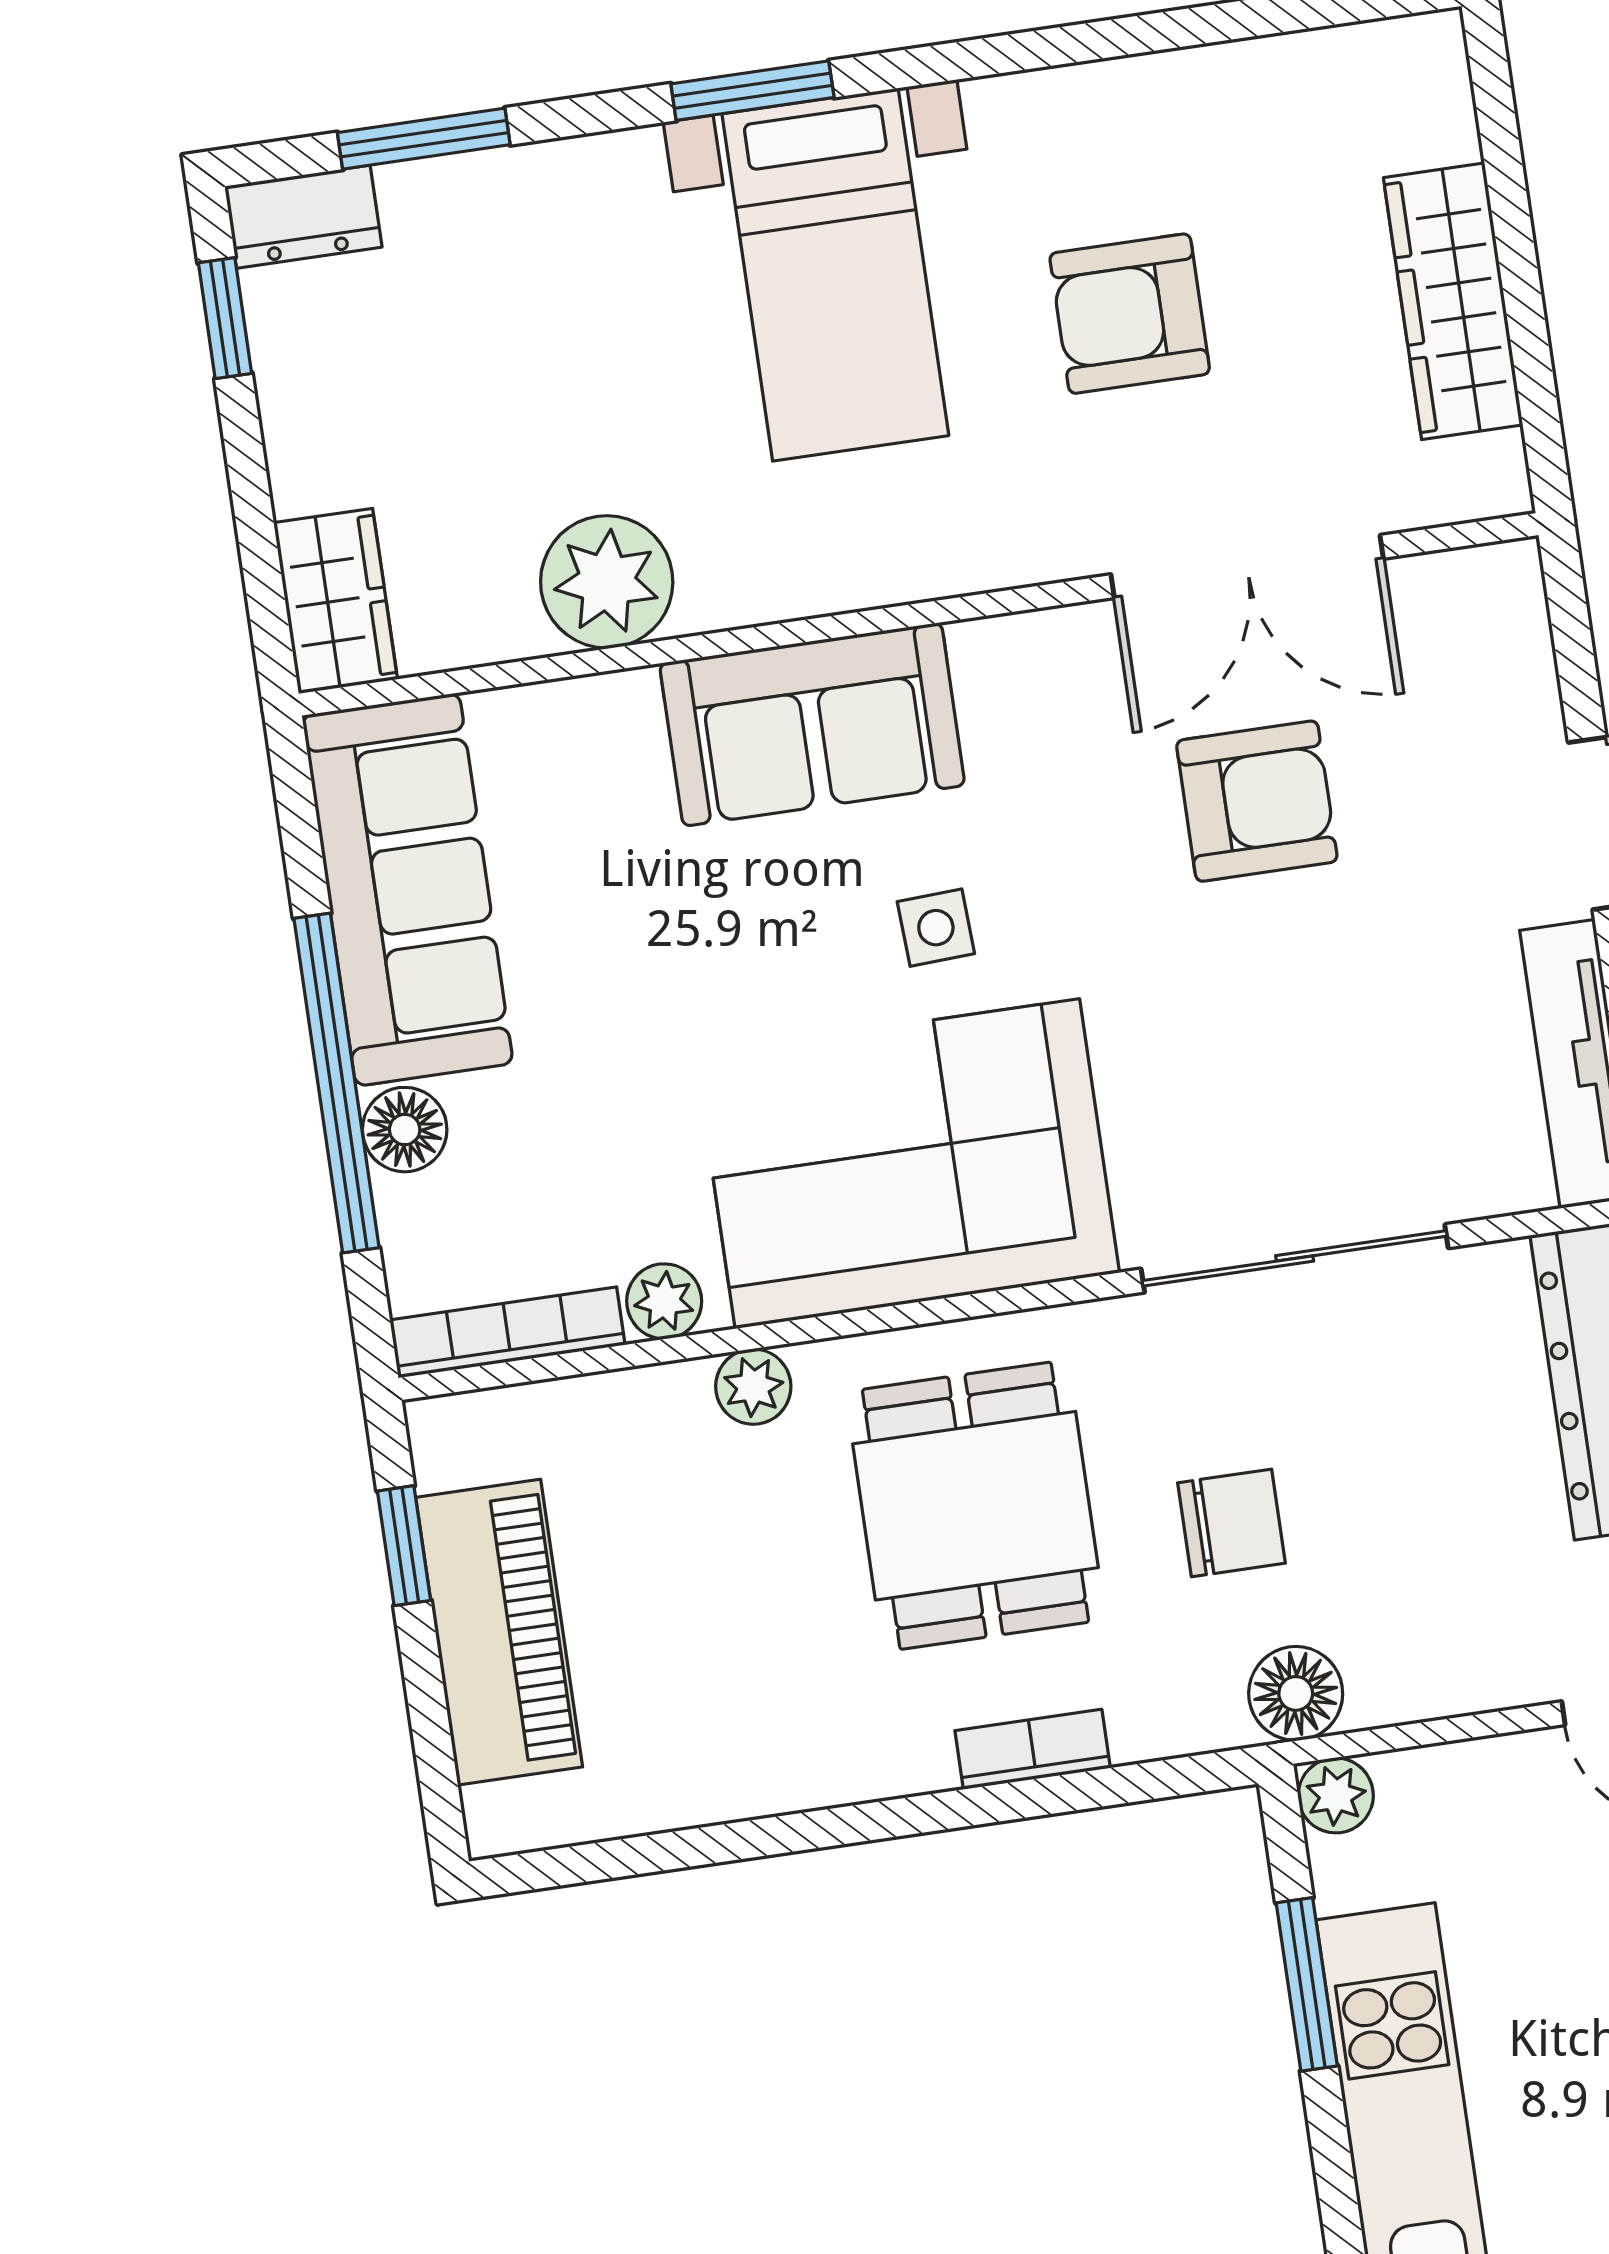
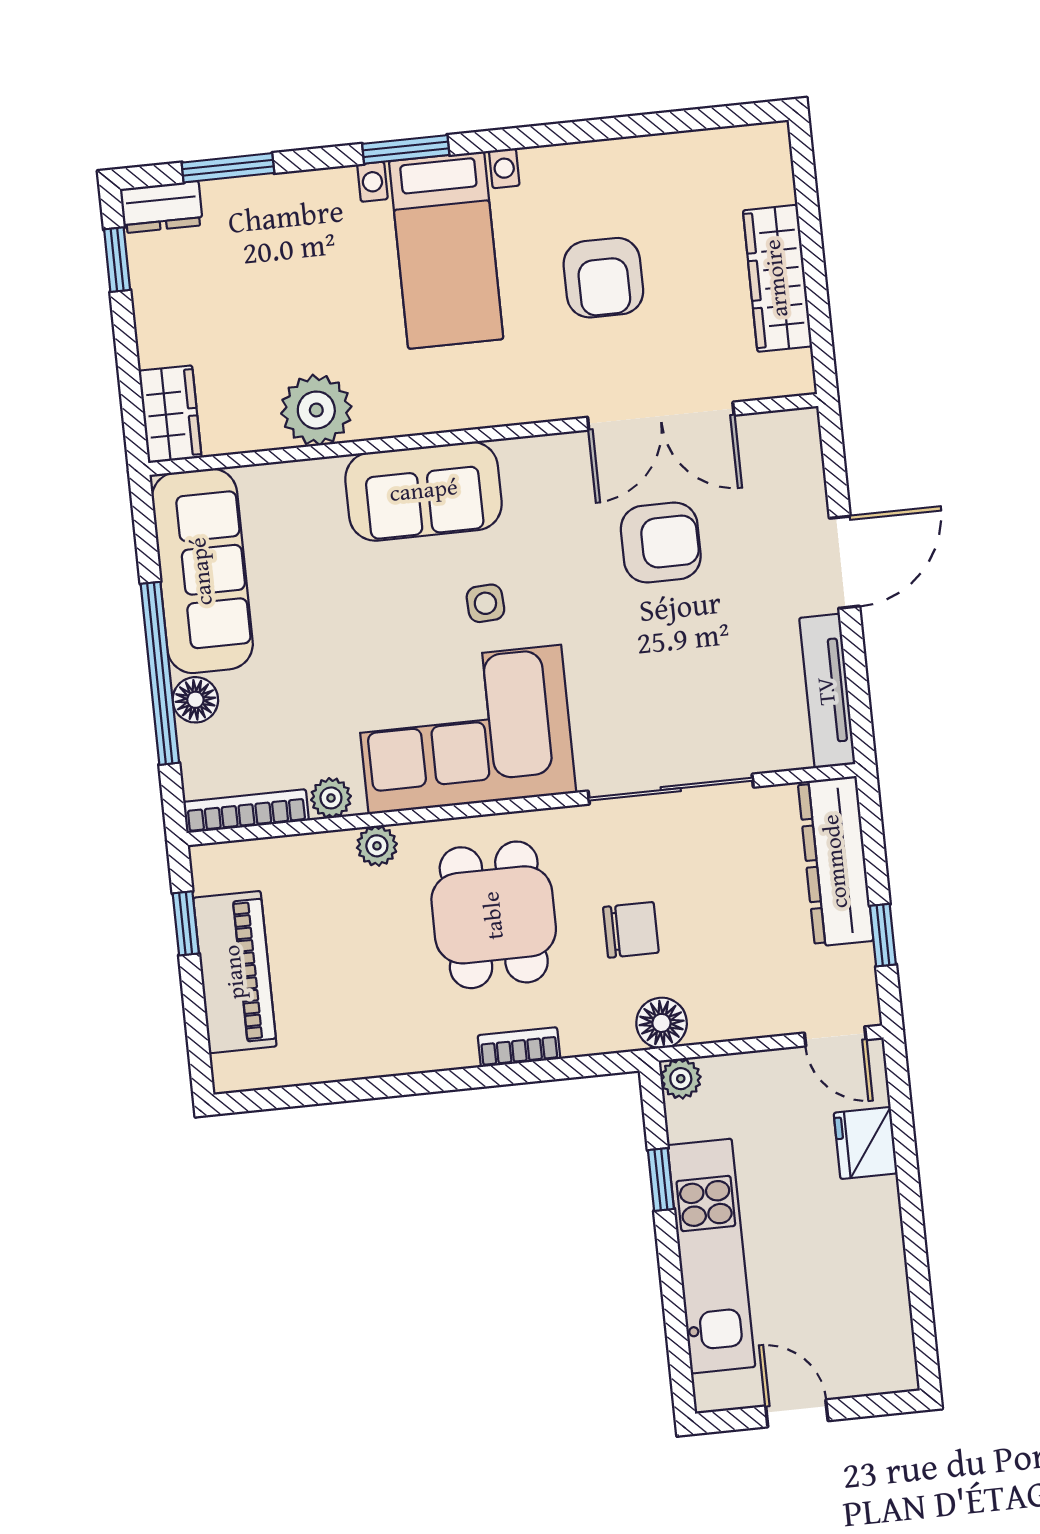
armchair: (1130, 314) -> (603, 278), turned -90
window: (1307, 1984) -> (661, 1180), width x0.67

